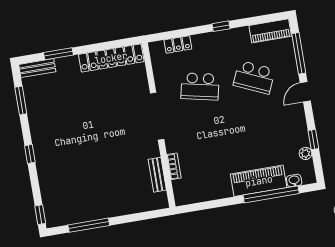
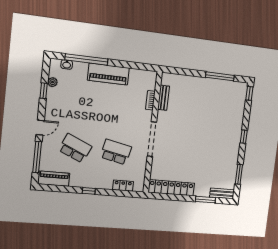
piano: (259, 181) -> (108, 74), moved

